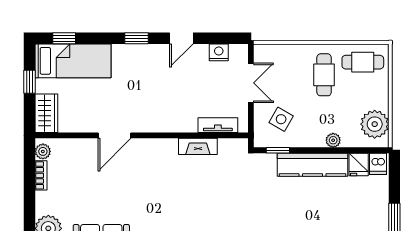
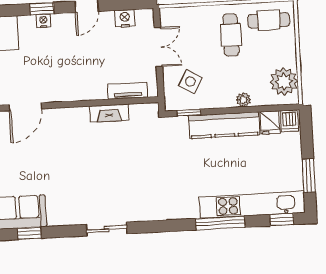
nightstand: (137, 50) -> (43, 21), added

